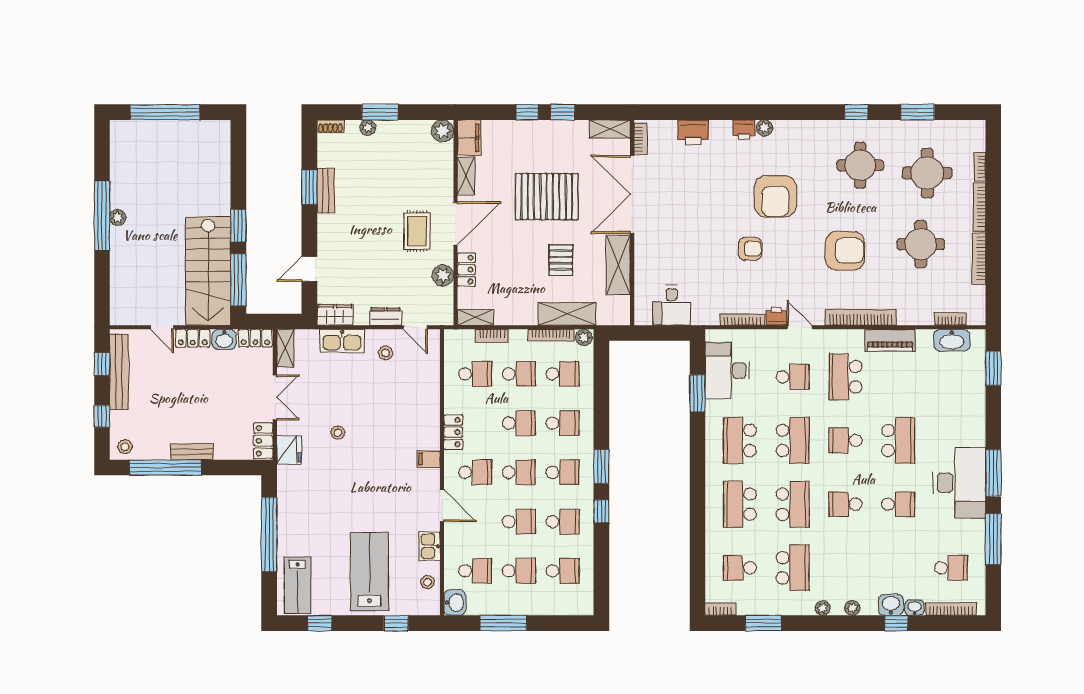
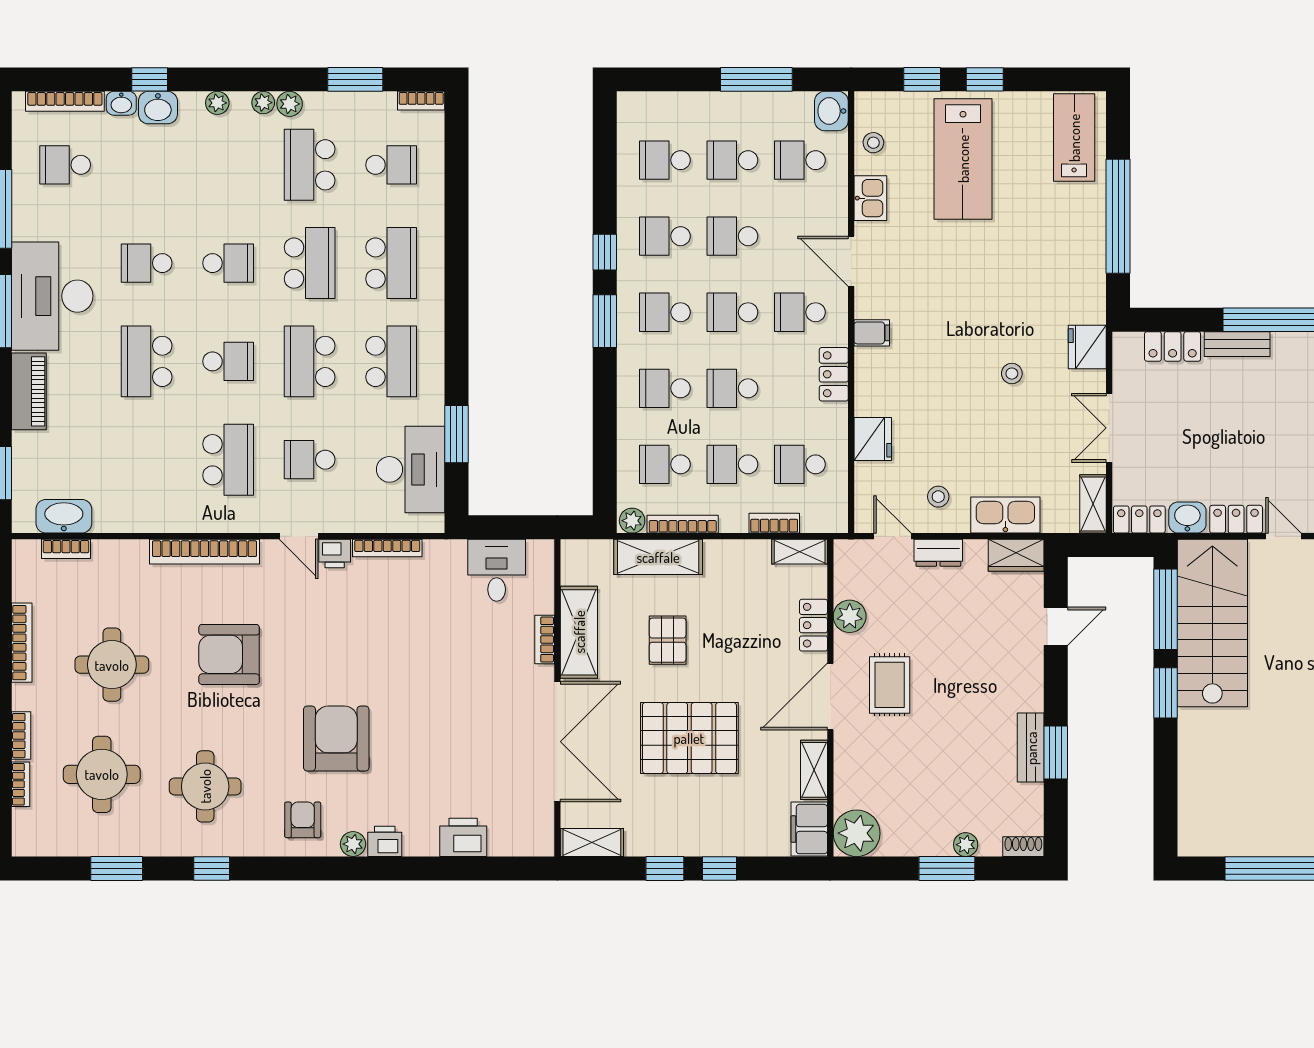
plant: (442, 131) -> (857, 833), width x1.36, depth x1.36
bookcase: (640, 139) -> (545, 640), moved
bookcase: (979, 207) -> (21, 736), width x0.64
armchair: (750, 249) -> (303, 820), moved, turned 90
piano: (890, 340) -> (29, 391), moved, turned 90
fridge: (428, 390) -> (873, 439), added
locker: (263, 441) -> (1173, 346), moved, turned 90
school desk: (793, 504) -> (310, 263), turned 180
plant: (806, 607) -> (290, 104), added
window: (320, 623) -> (985, 79), moved

